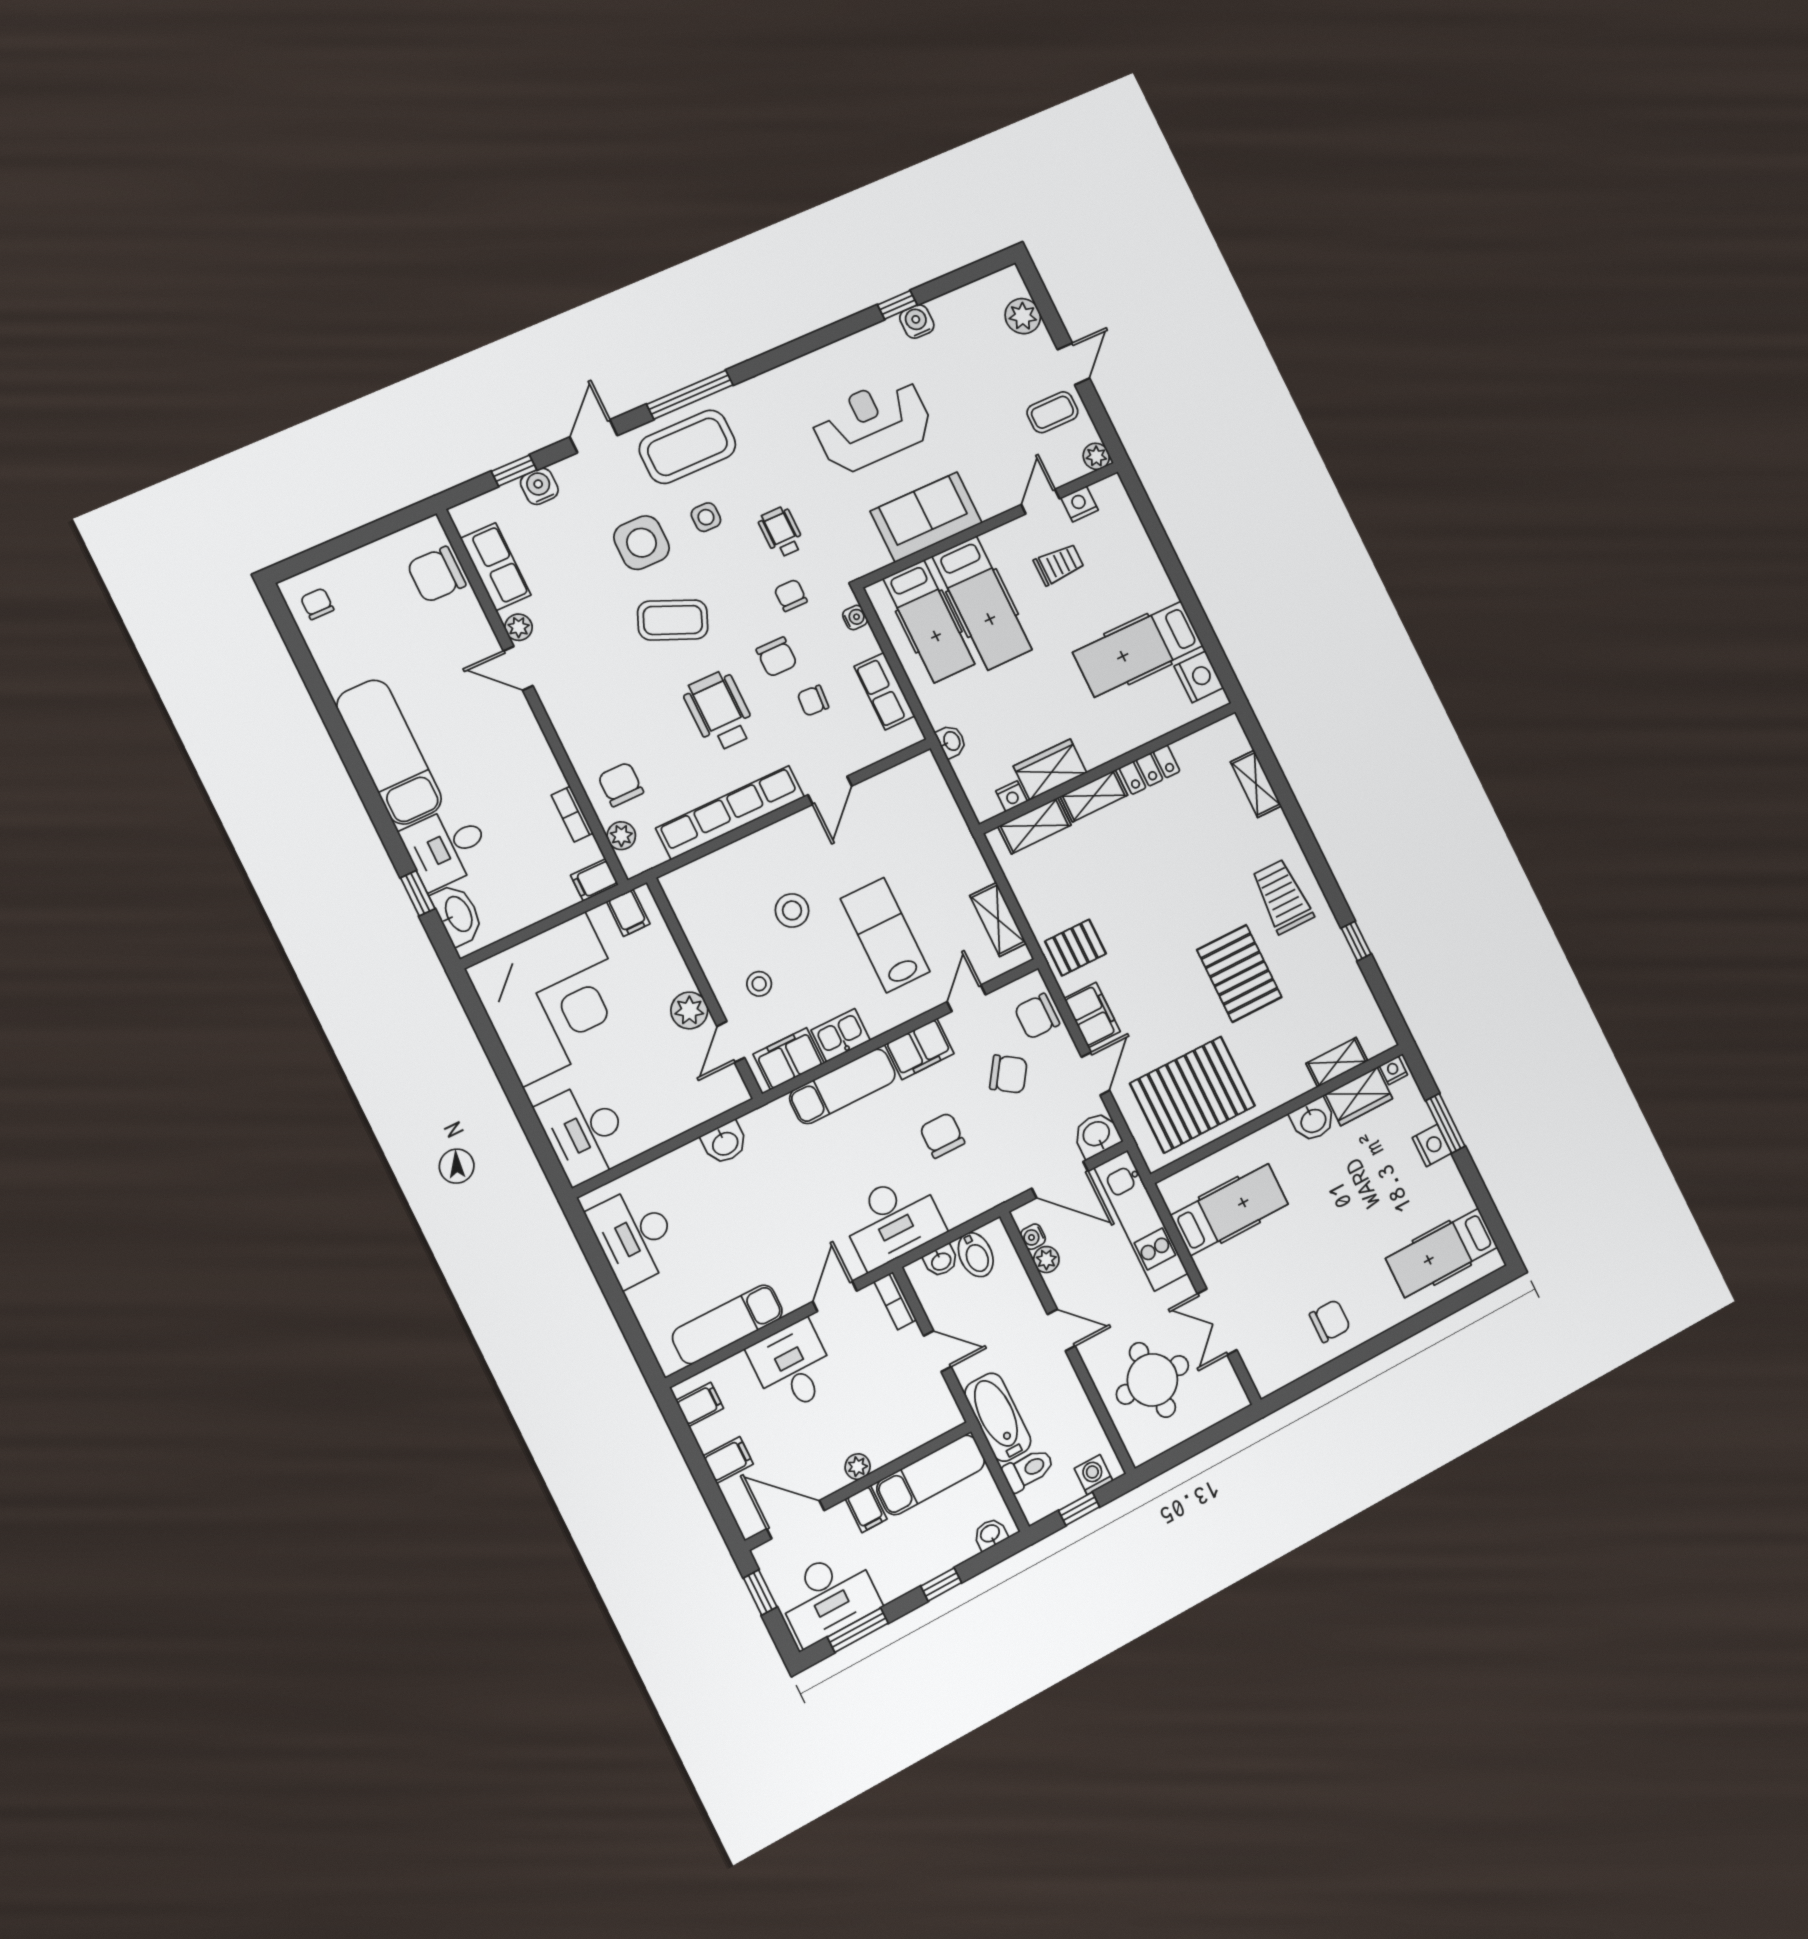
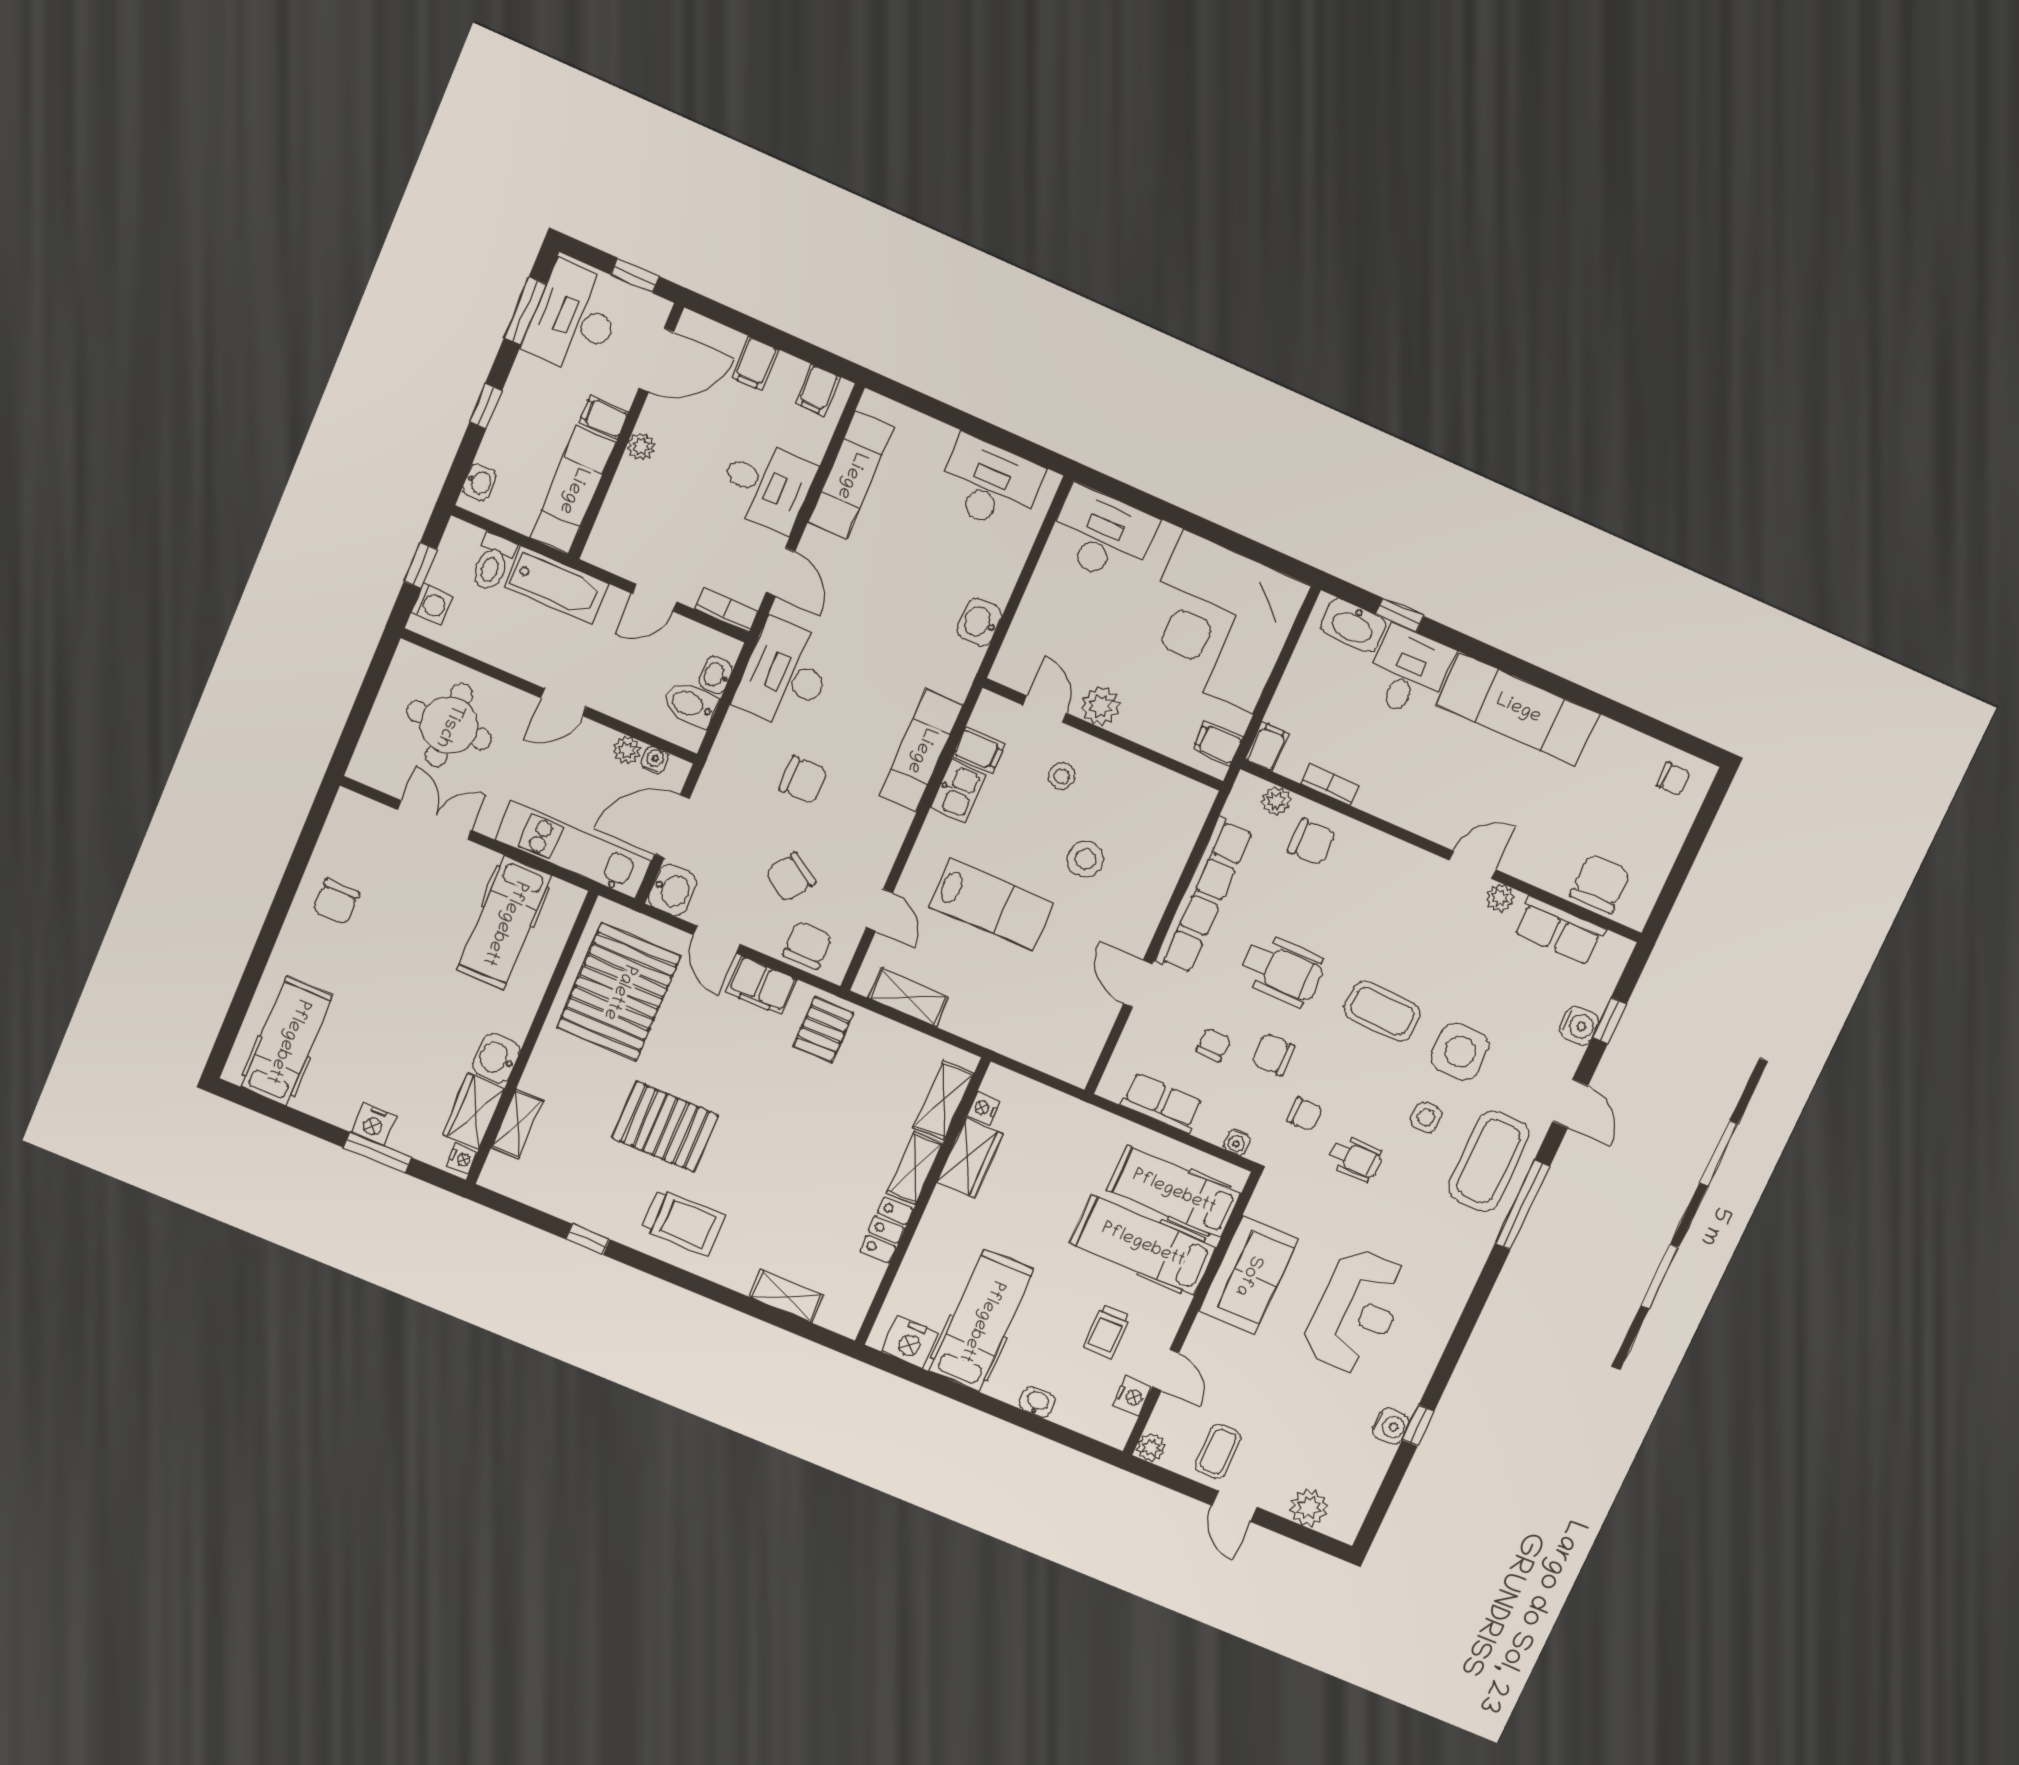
coffee table: (673, 620) -> (1382, 1011), turned 69
washbasin: (951, 741) -> (1037, 1402), moved, turned 180
filing cabinet: (919, 1049) -> (883, 835), removed
filing cabinet: (789, 1059) -> (979, 750), width x0.50

